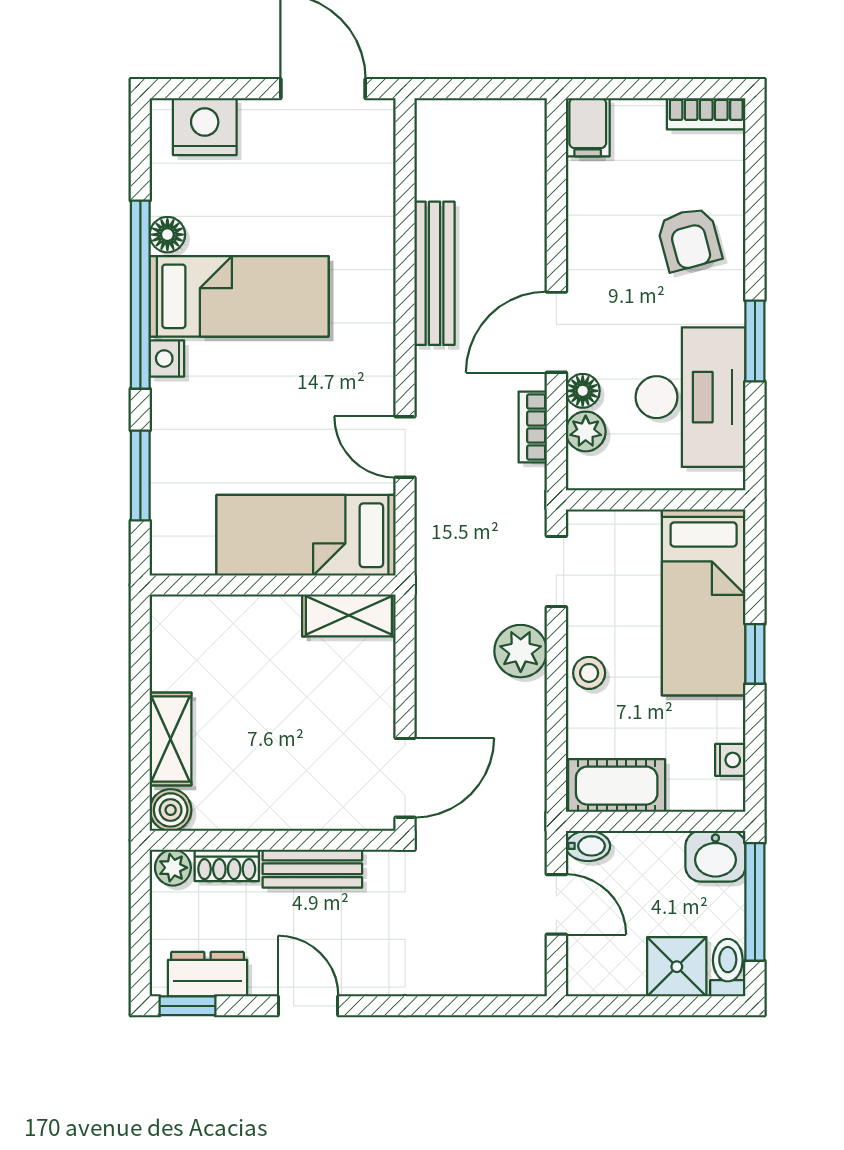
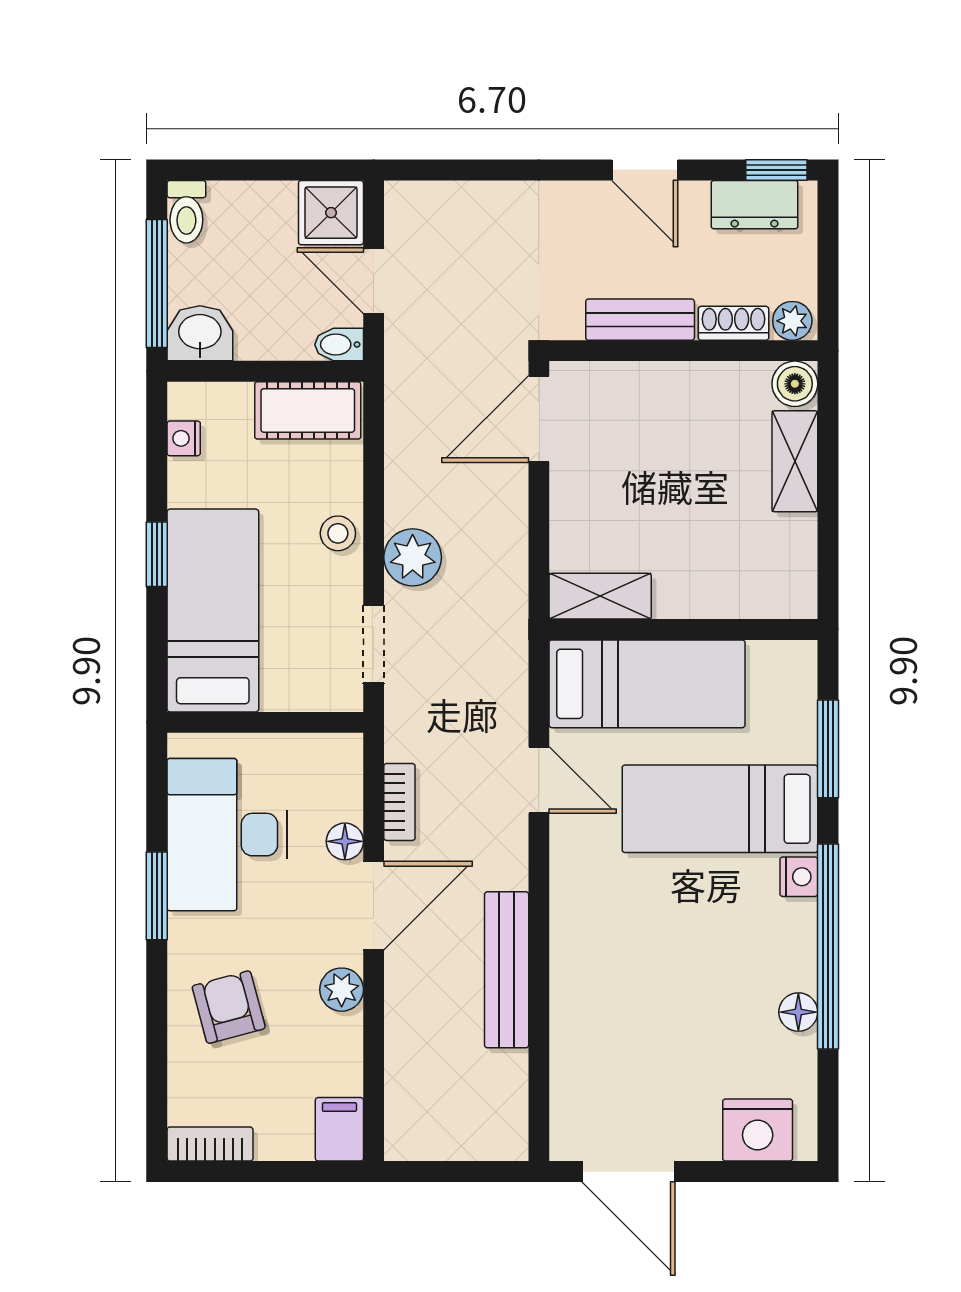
bed: (239, 296) -> (720, 809), moved
plant: (586, 431) -> (342, 990), moved
shower: (677, 967) -> (331, 213), moved

